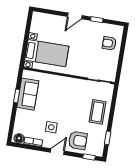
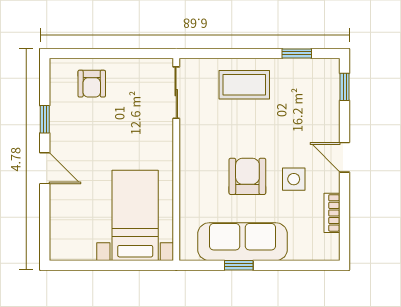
sofa: (28, 94) -> (242, 242), width x1.36
floor lamp: (19, 138) -> (329, 245), removed
armchair: (78, 141) -> (247, 176), moved

